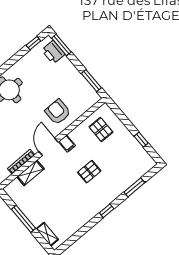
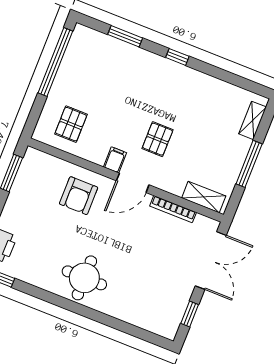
window: (141, 140) -> (55, 62), width x3.17
pallet: (89, 172) -> (158, 139), moved, turned 90
shelving: (30, 173) -> (204, 197), moved

